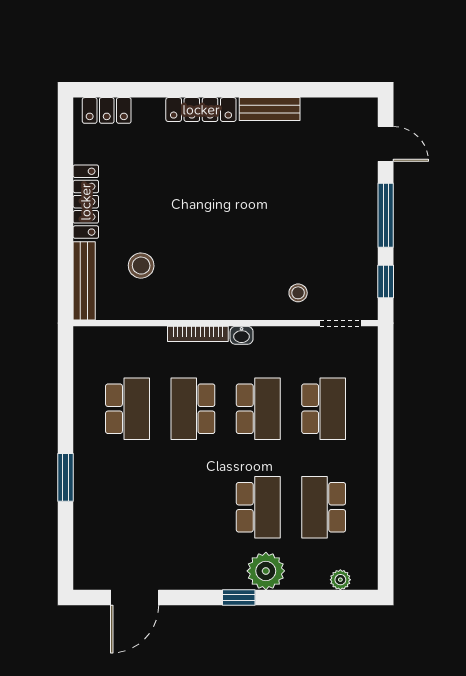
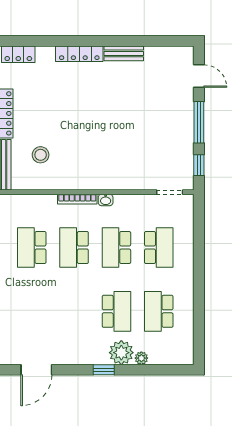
stool: (298, 293) -> (142, 172), removed
school desk: (128, 409) -> (32, 248), turned 180
school desk: (258, 409) -> (116, 248), turned 180
plant: (340, 580) -> (141, 358), moved

